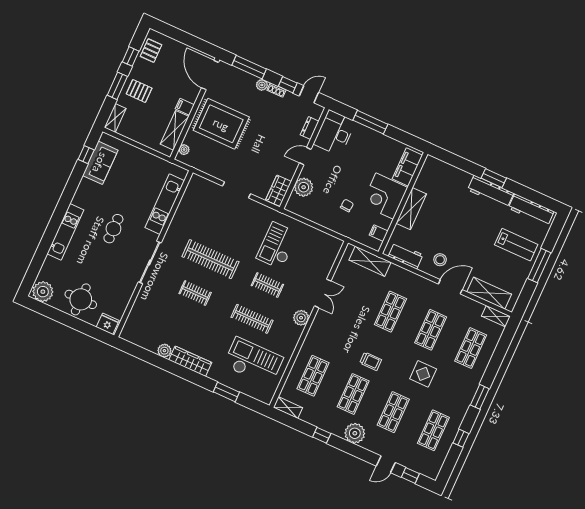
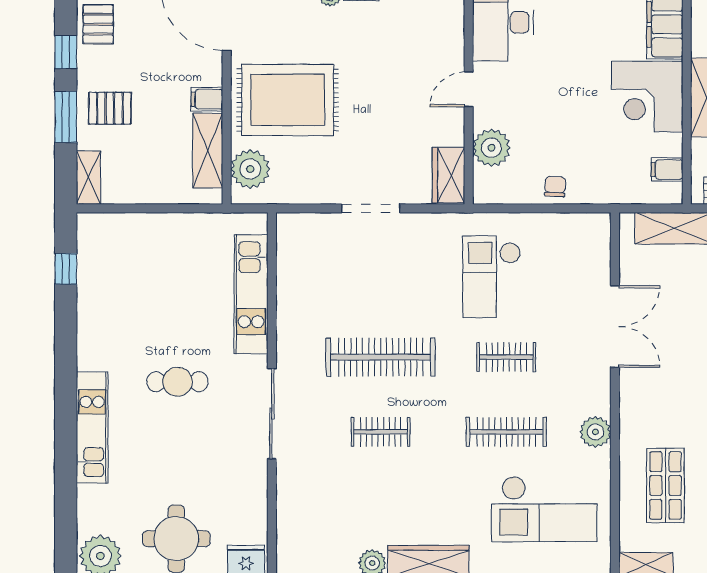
dresser: (310, 128) -> (453, 34), removed
plant: (184, 150) -> (250, 169), width x1.87, depth x1.87
sofa: (100, 163) -> (99, 272), removed
chair: (347, 205) -> (555, 187), moved
cafe table: (113, 229) -> (177, 382), turned 90
double door: (323, 293) -> (615, 327), width x1.37
plant: (301, 318) -> (595, 432), moved
checkout: (253, 361) -> (544, 509), turned 180

